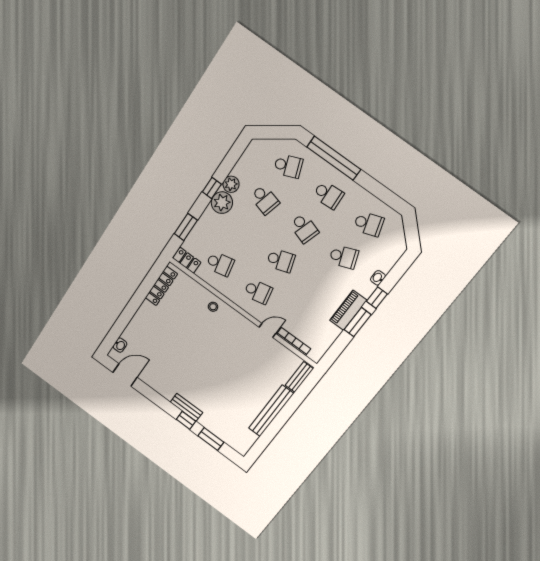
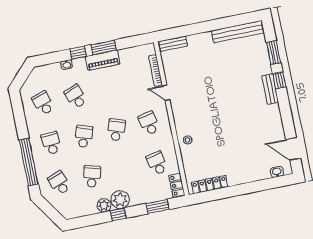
school desk: (281, 260) -> (116, 130), turned 36
bench: (271, 411) -> (238, 32), moved

